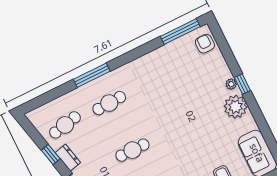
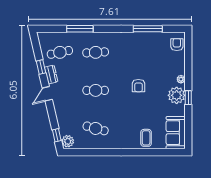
window: (180, 32) -> (148, 29), moved
window: (92, 75) -> (80, 29), moved
window: (242, 84) -> (188, 98), moved
armchair: (183, 118) -> (138, 86), added

